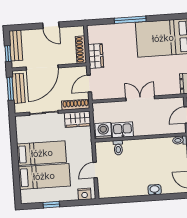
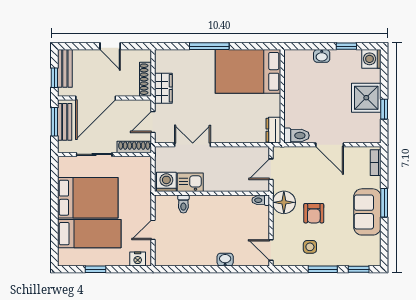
double door: (140, 98) -> (193, 145), moved
wardrobe: (78, 119) -> (135, 165), removed
bed: (42, 153) -> (88, 198), width x1.50

